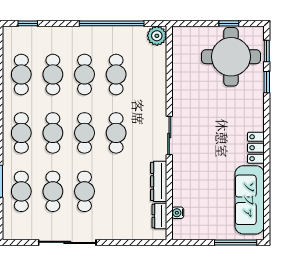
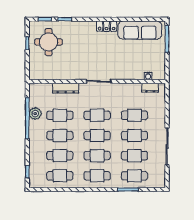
plant: (157, 36) -> (35, 114), moved
round table: (231, 57) -> (49, 42), width x0.73, depth x0.73
dresser: (159, 181) -> (66, 88), moved
cafe table: (116, 191) -> (134, 115), added

